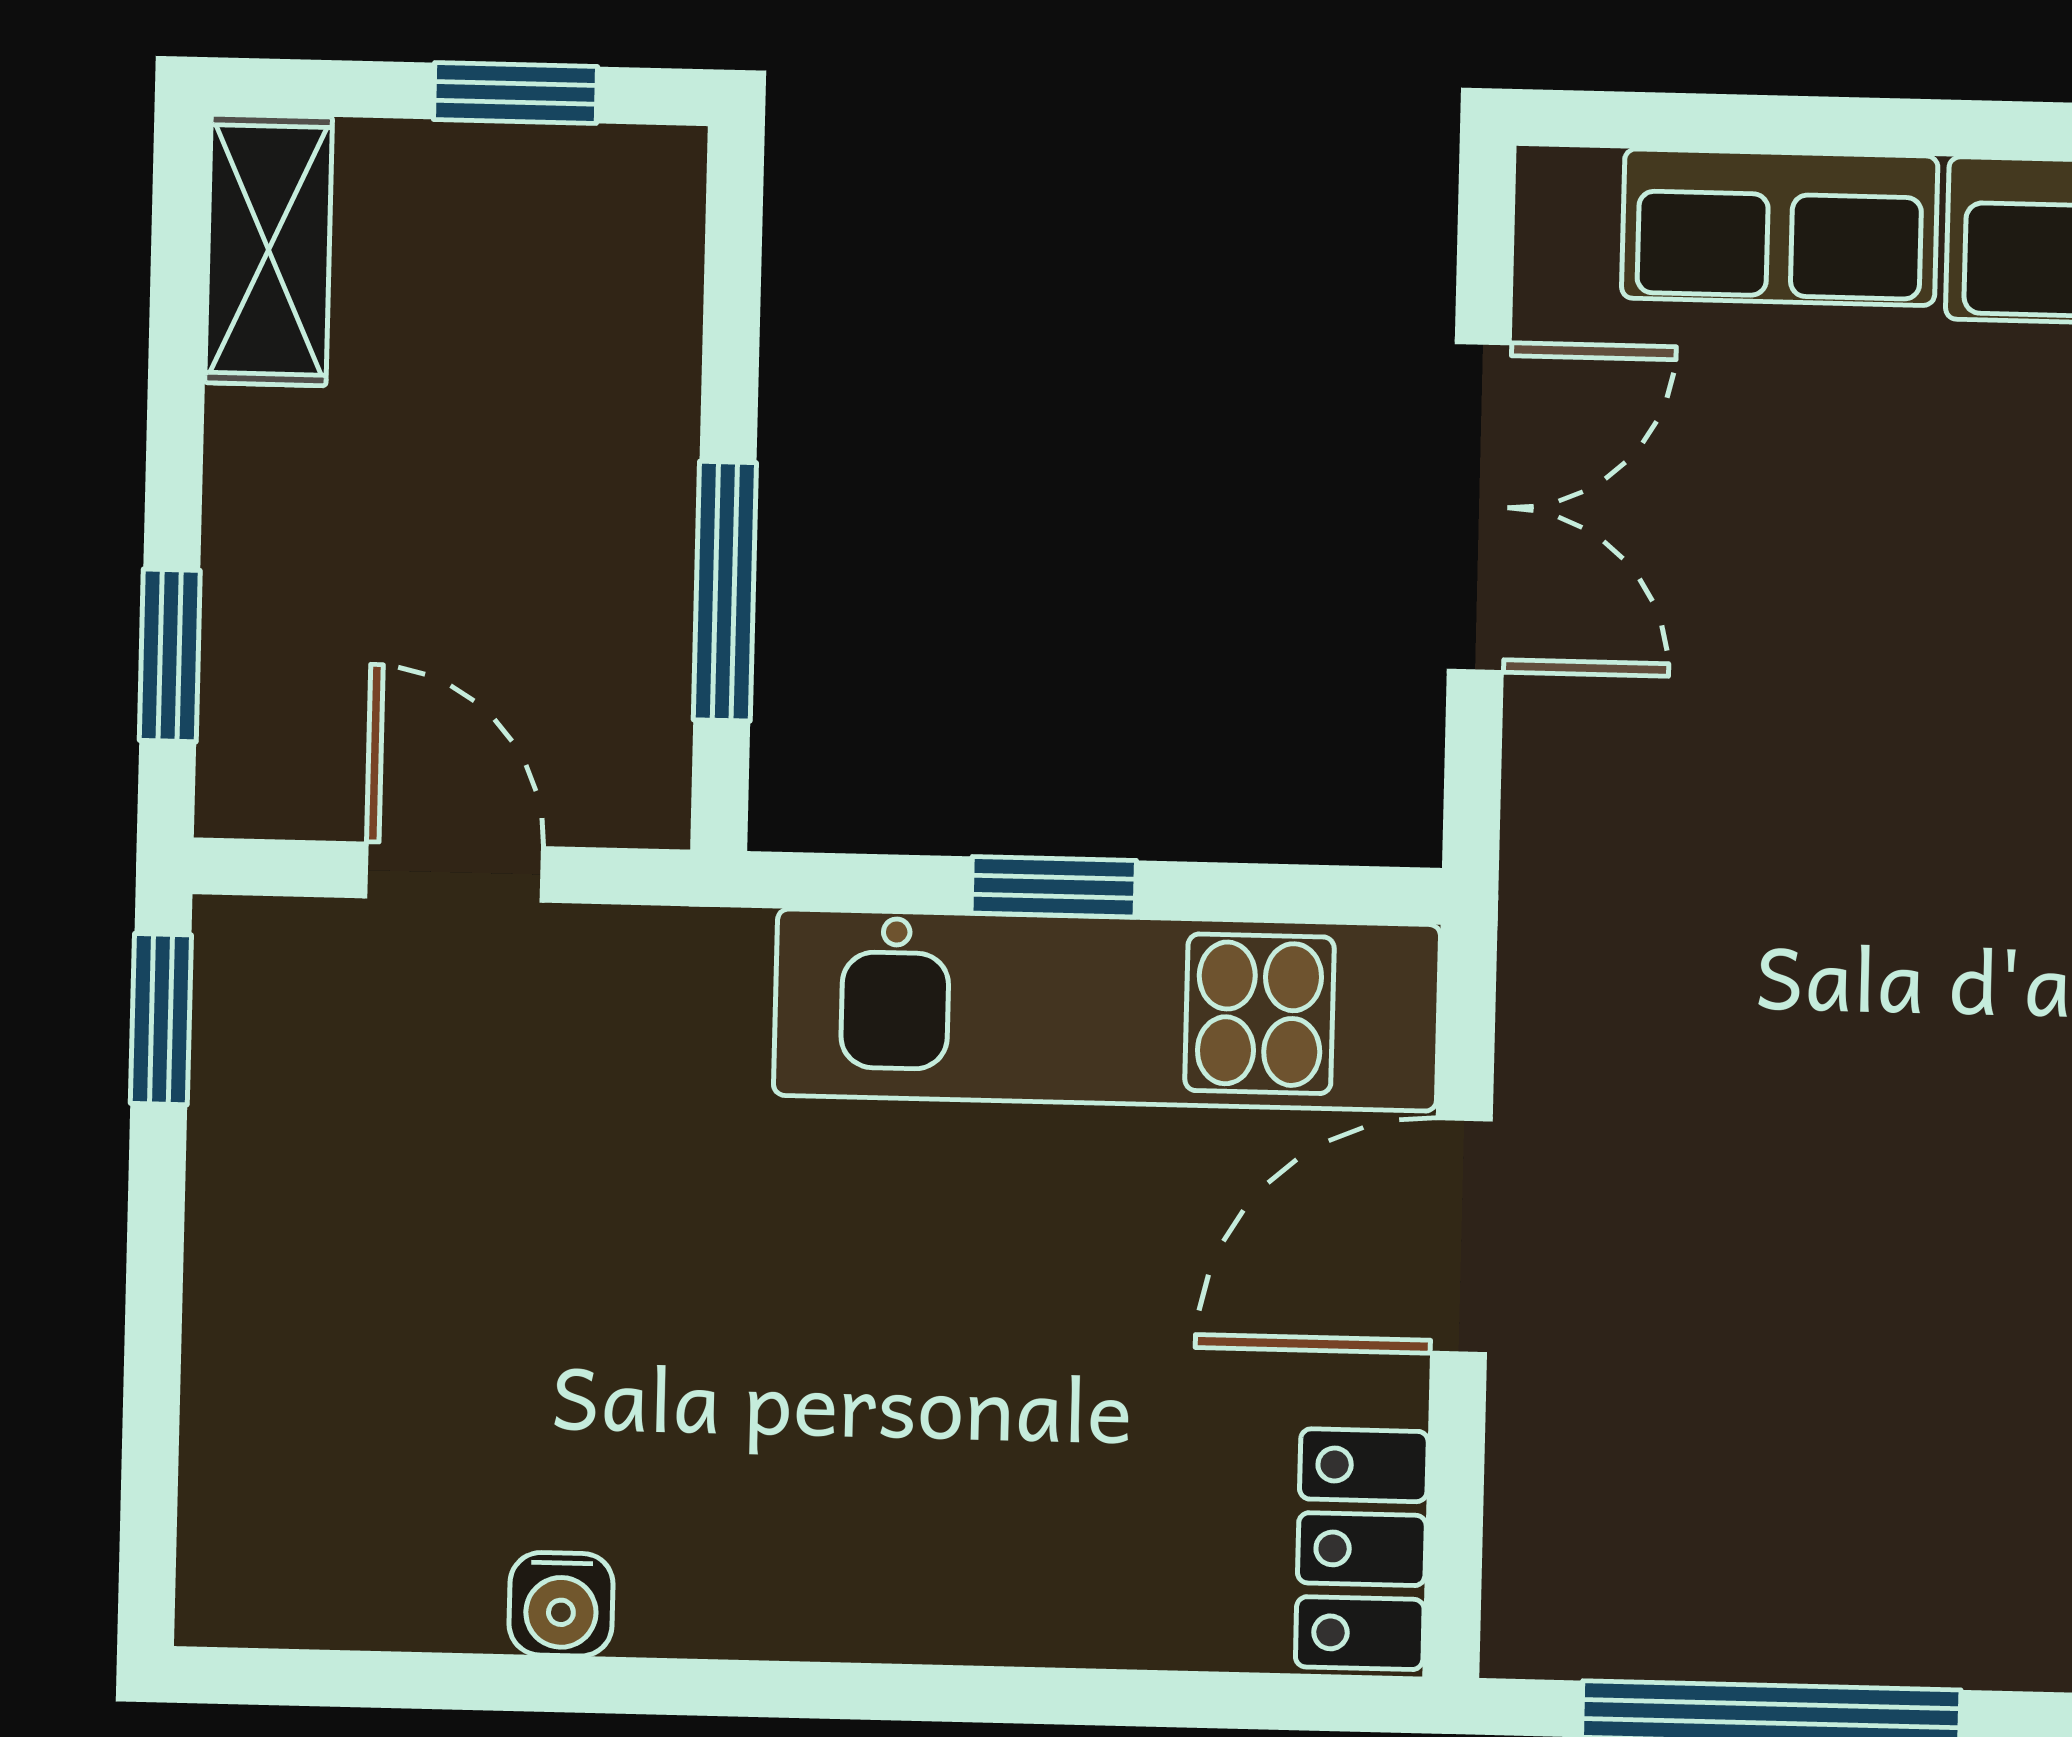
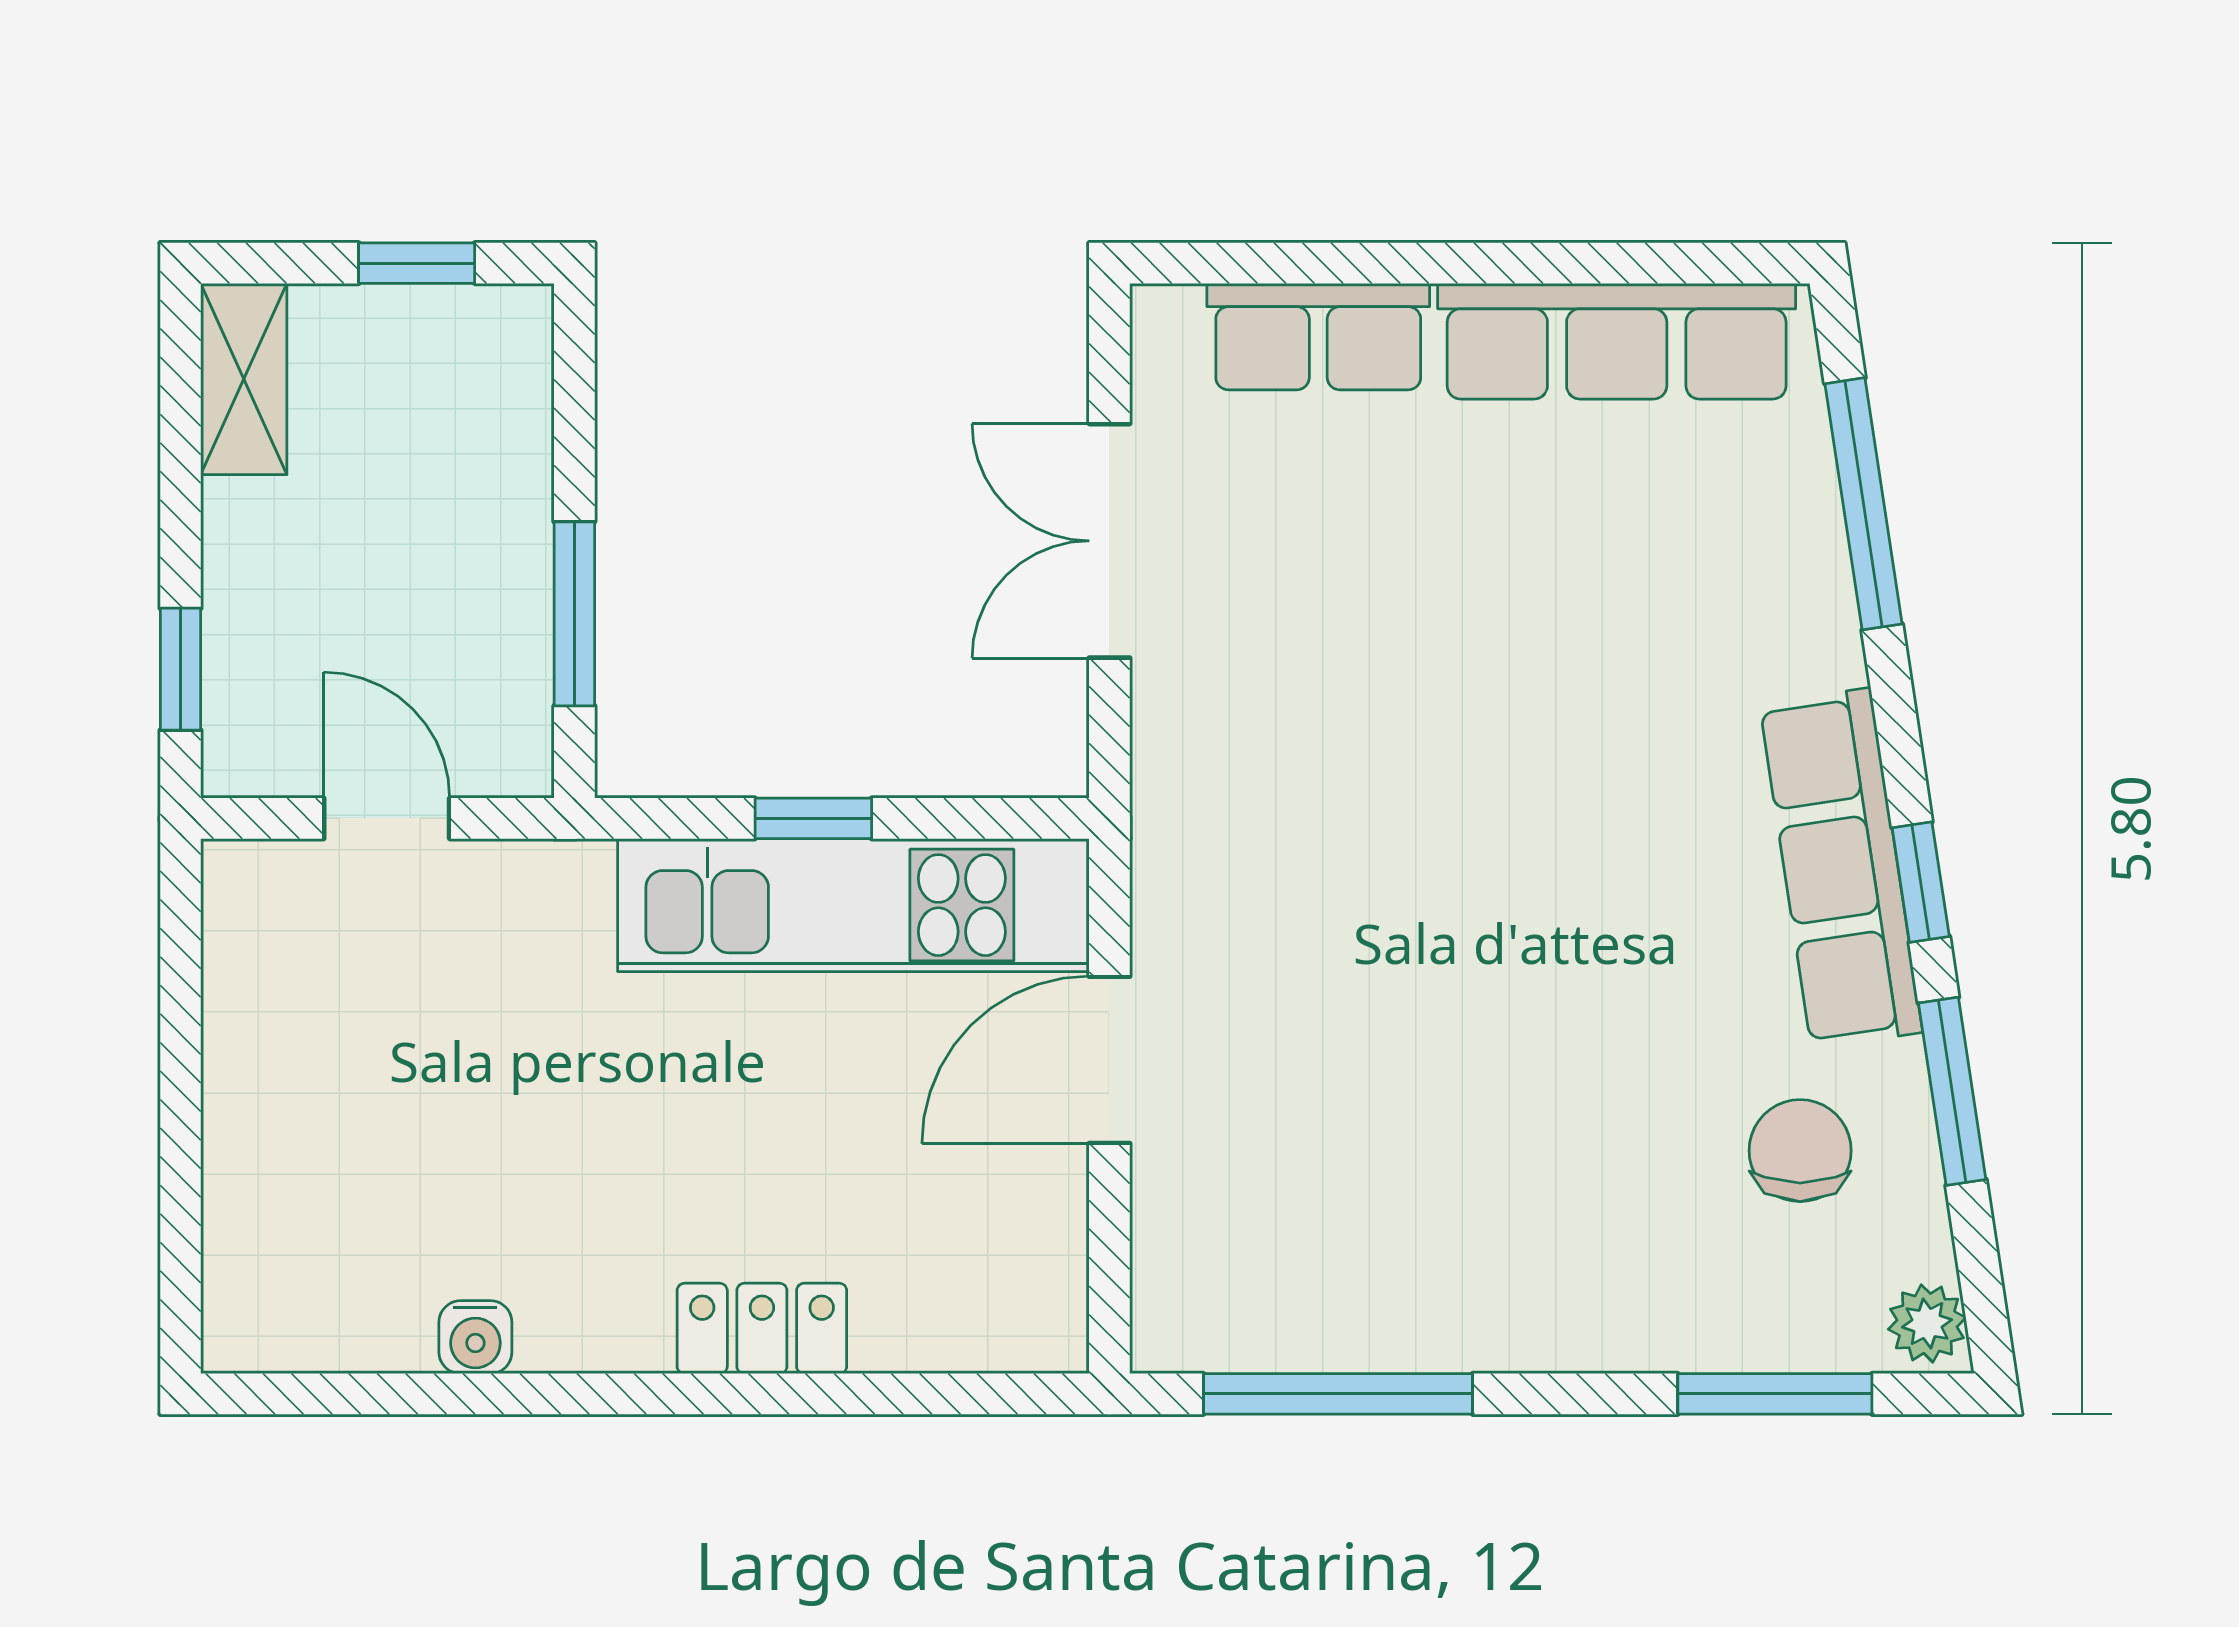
double door: (1479, 507) -> (1109, 541), swing flipped
window: (161, 1019) -> (181, 928), removed
locker: (1362, 1549) -> (762, 1328), moved, turned 90

